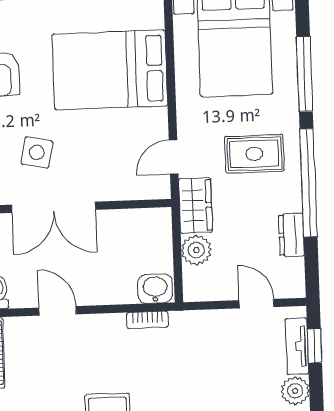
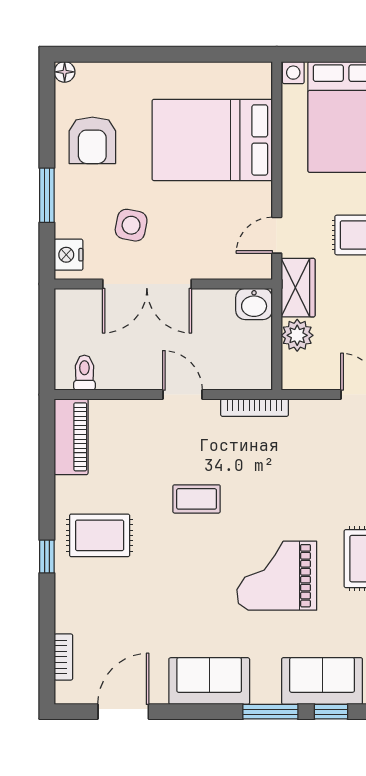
washbasin: (155, 289) -> (254, 304), moved, turned 180
door: (58, 311) -> (182, 395), moved
bookcase: (147, 320) -> (255, 408), width x1.56

